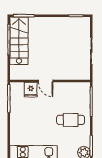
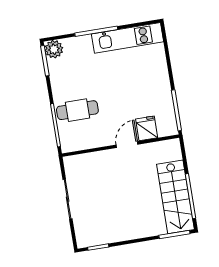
door: (46, 81) -> (127, 145), hinge flipped
cafe table: (71, 120) -> (77, 110), moved

